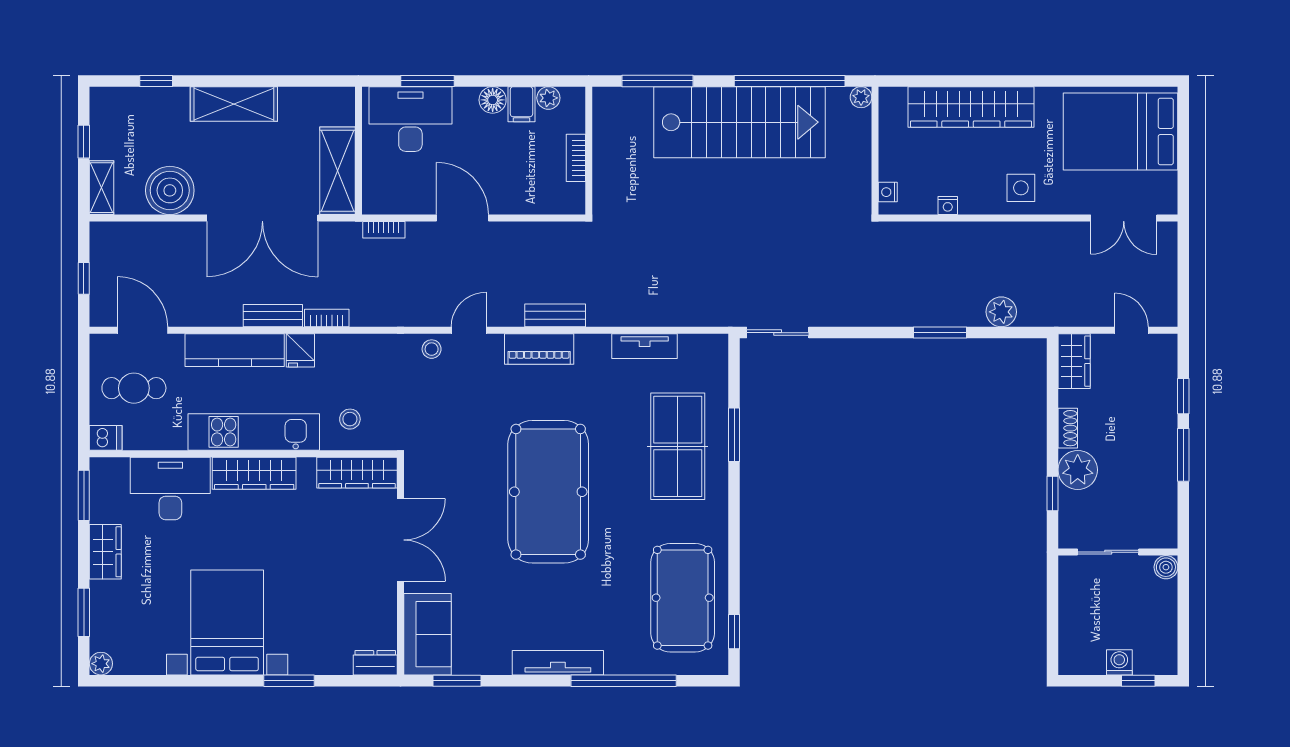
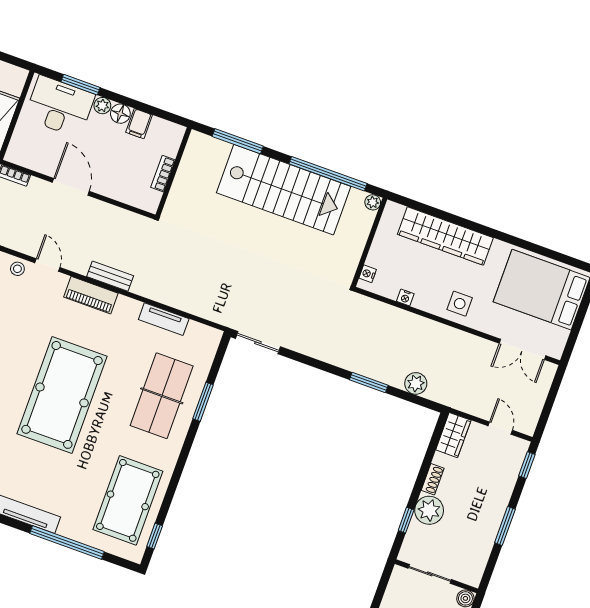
plant: (548, 98) -> (102, 106), moved
door: (469, 330) -> (47, 265), hinge flipped
window: (1183, 396) -> (527, 465), moved

